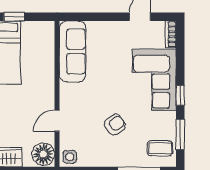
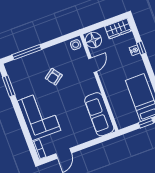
window: (180, 95) -> (18, 112), removed
coffee table: (160, 148) -> (19, 72), removed

